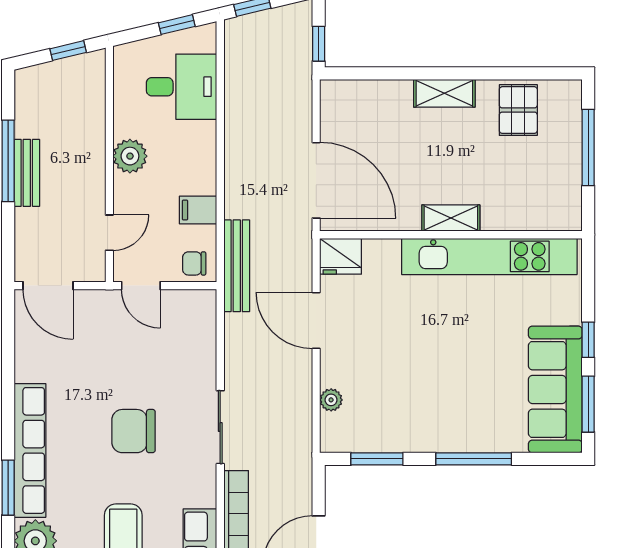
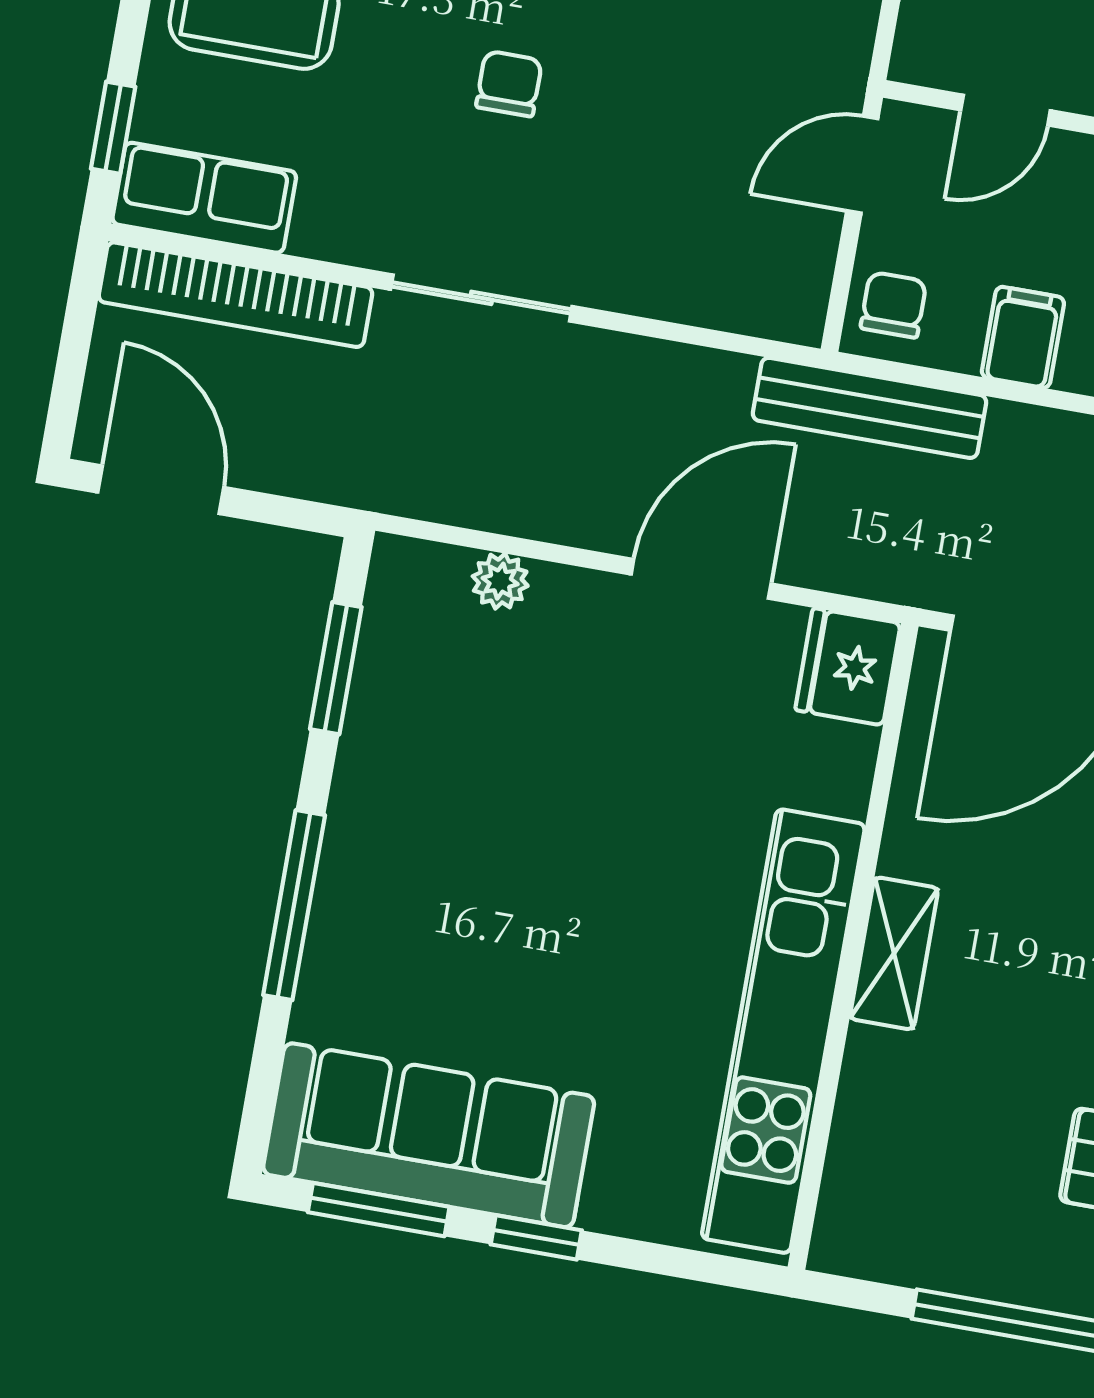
door: (109, 233) -> (1006, 110), hinge flipped
chair: (133, 431) -> (509, 84), width x0.54, depth x0.54

